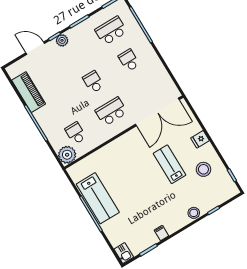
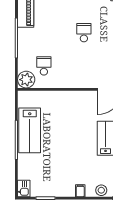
school desk: (111, 111) -> (84, 66), removed
filing cabinet: (161, 233) -> (80, 191), moved

